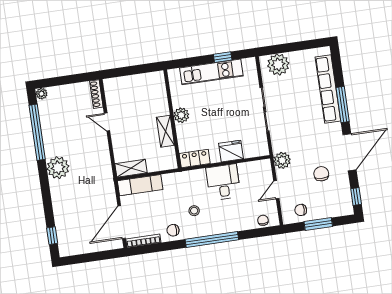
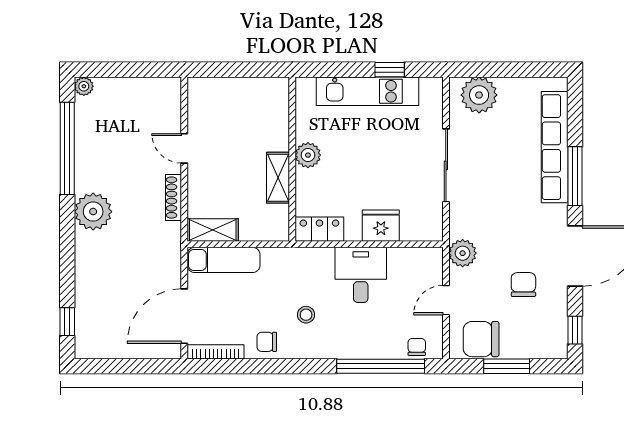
shoe rack: (96, 94) -> (174, 198), moved
chair: (301, 210) -> (481, 339), width x1.87, depth x1.87
window: (212, 240) -> (381, 366), moved

